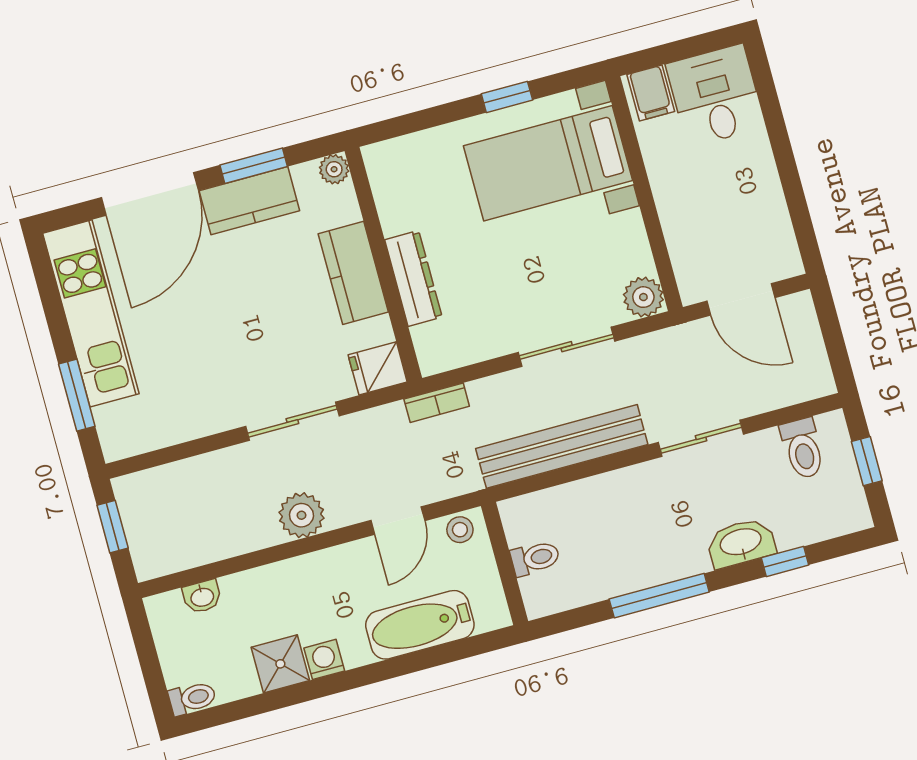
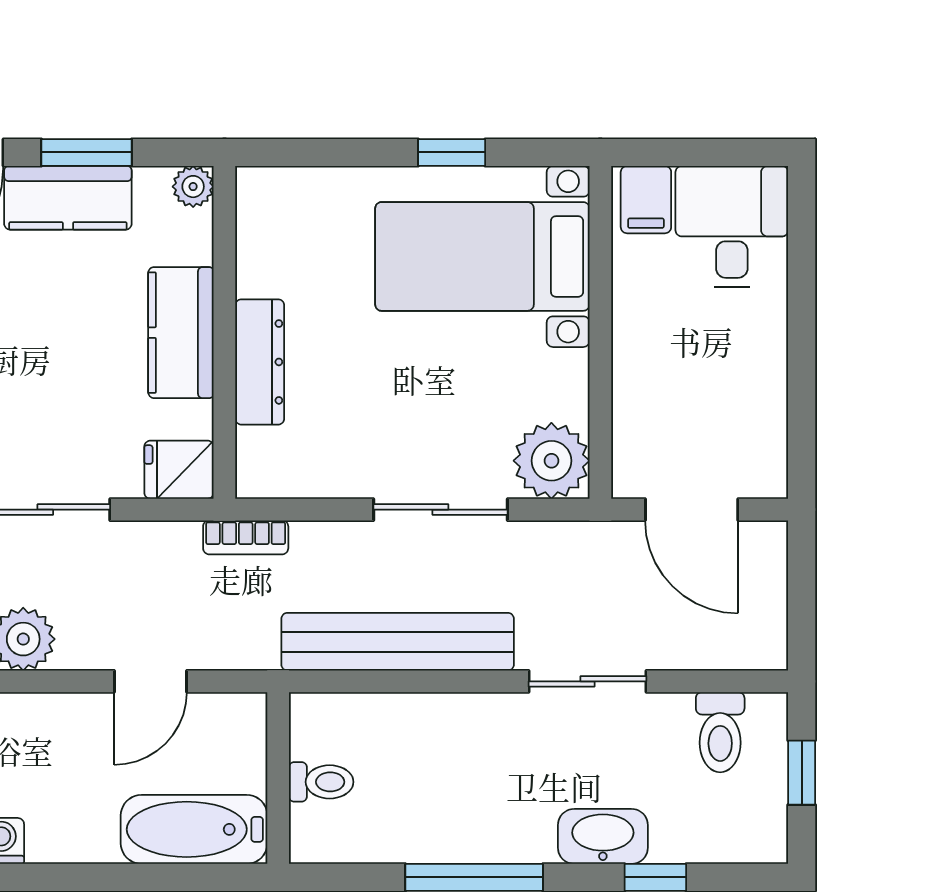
plant: (643, 297) -> (551, 461), width x1.36, depth x1.36
stool: (460, 530) -> (231, 716), removed
bathtub: (420, 625) -> (194, 829), moved

